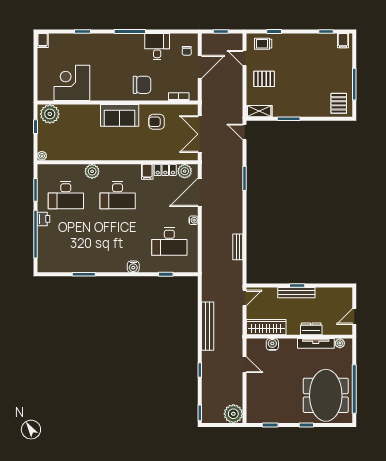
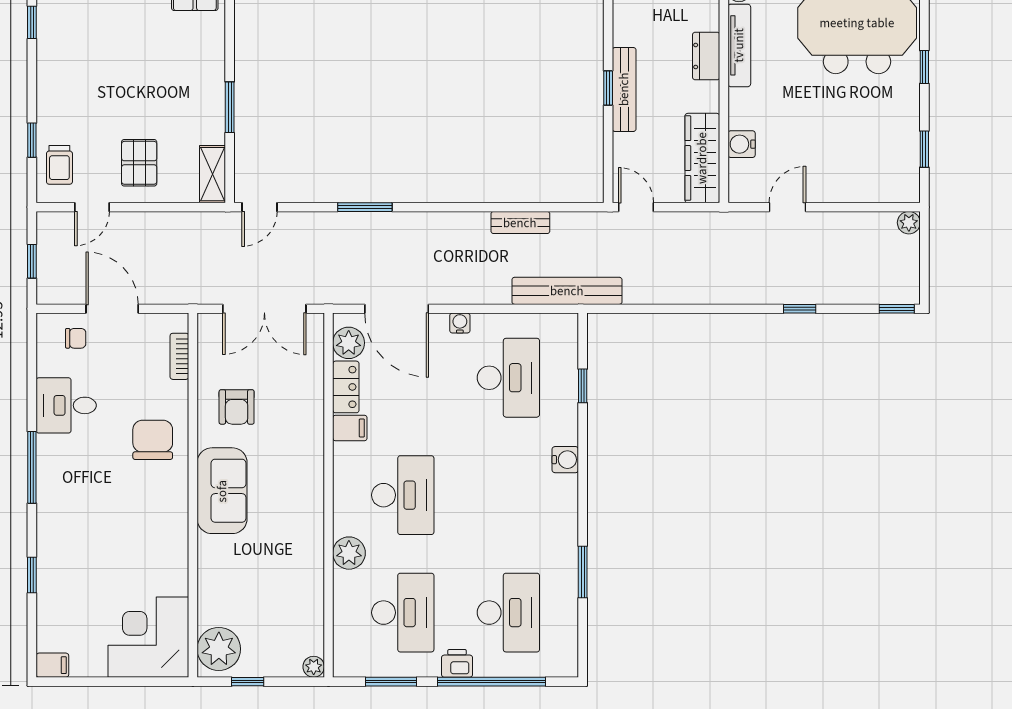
corner desk: (72, 83) -> (148, 637), moved, turned 90
desk: (66, 242) -> (508, 613), added
bench: (208, 326) -> (567, 291), moved
plant: (233, 414) -> (909, 223), width x0.53, depth x0.53

